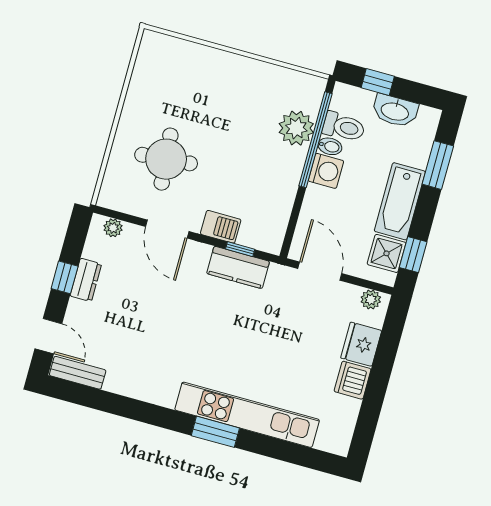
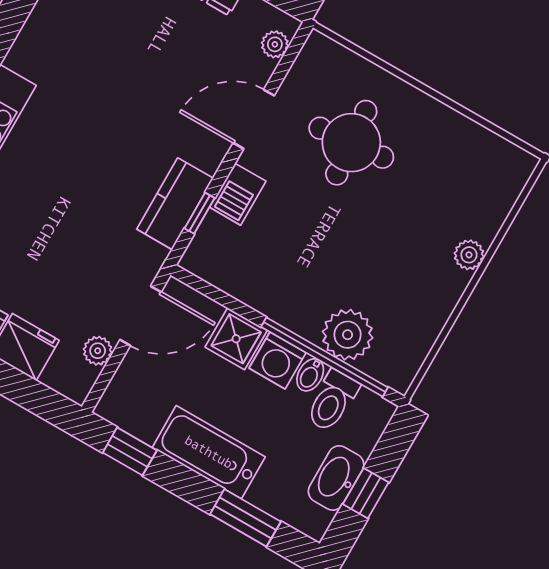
plant: (221, 60) -> (469, 255), added
window: (378, 82) -> (366, 493), moved
shower: (386, 253) -> (236, 339), moved
plant: (371, 299) -> (98, 351), moved

